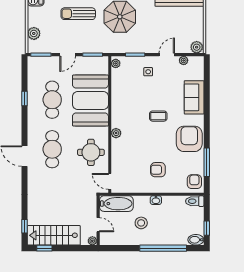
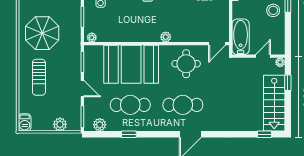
plant: (33, 71) -> (100, 125), added
stool: (141, 223) -> (273, 10), moved
window: (44, 248) -> (288, 83), moved

